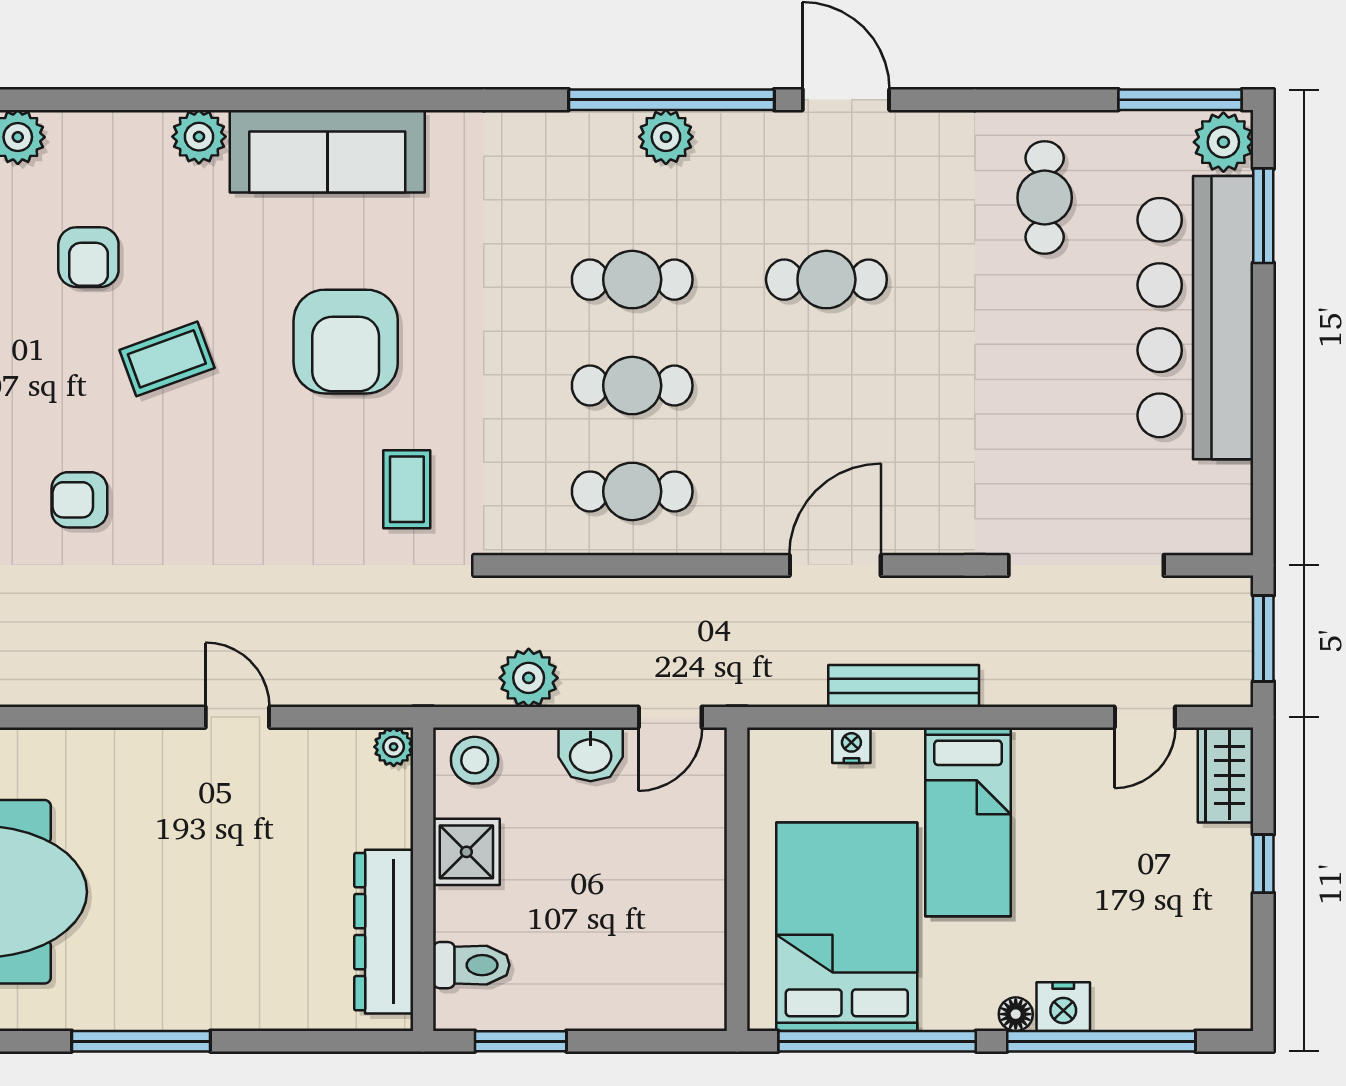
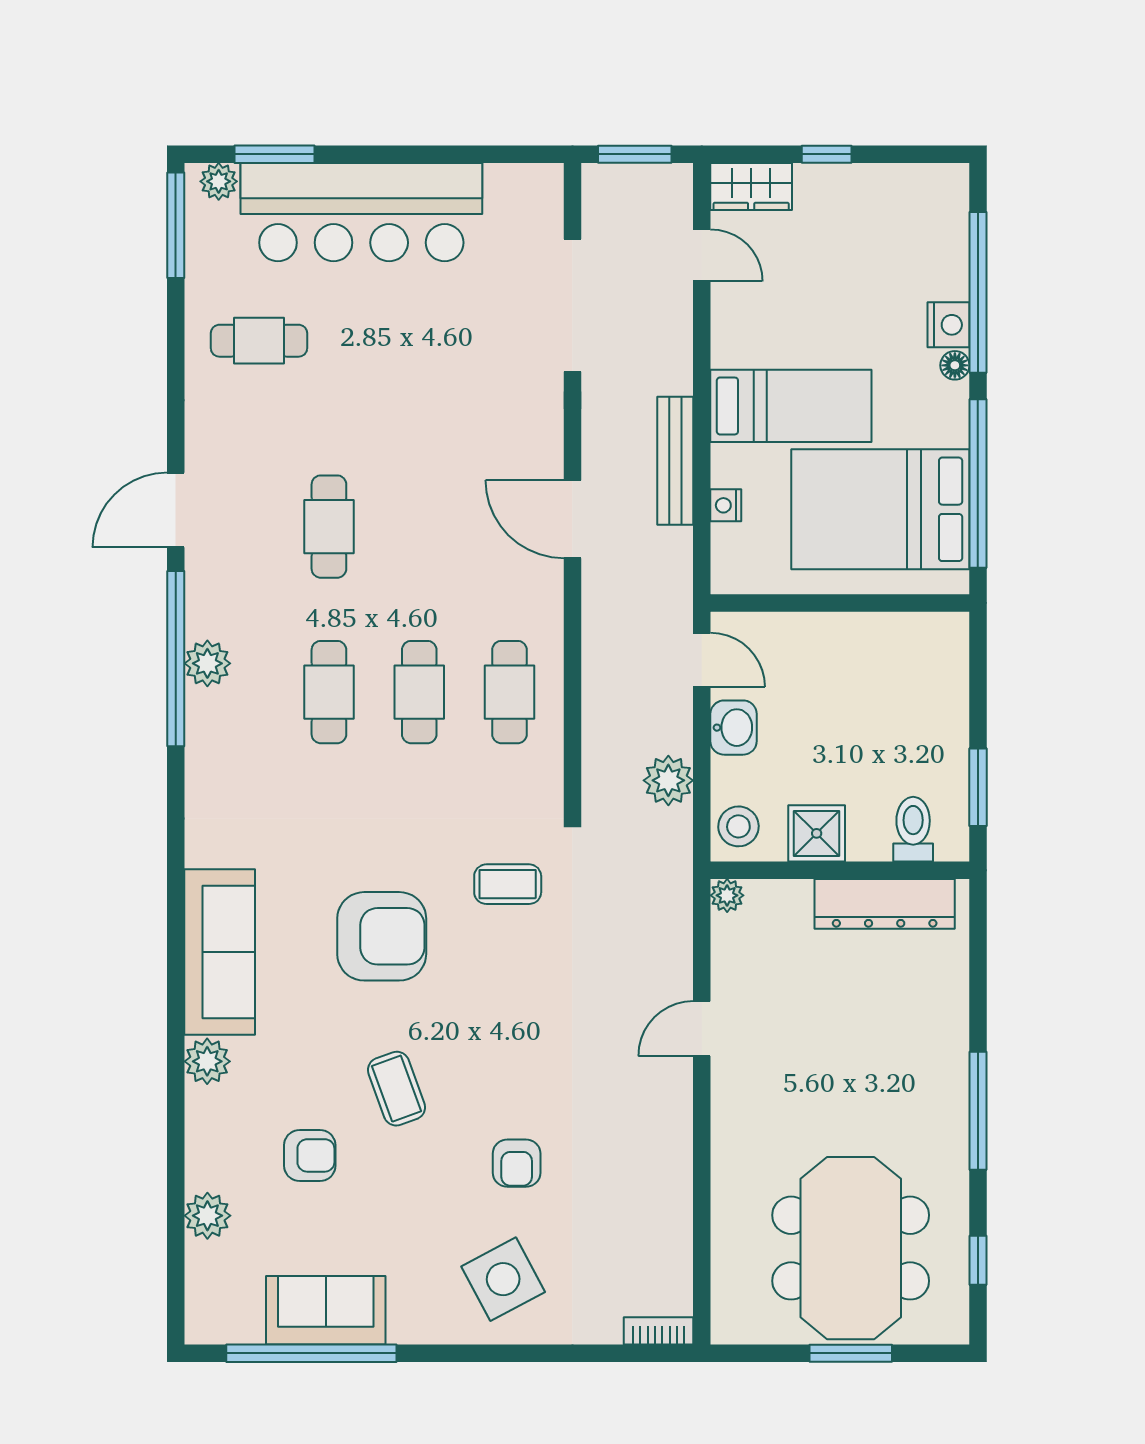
plant: (1223, 142) -> (219, 181), width x0.73, depth x0.73

